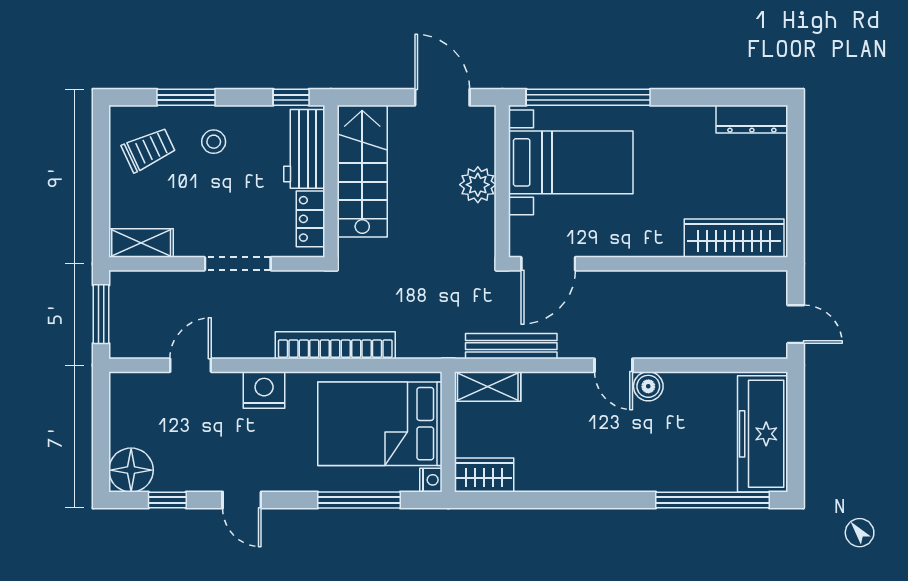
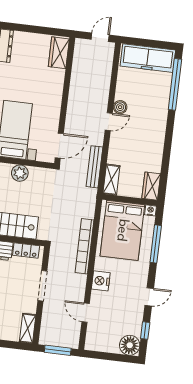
wardrobe: (734, 238) -> (59, 53), width x0.67
door: (548, 264) -> (59, 146), hinge flipped

